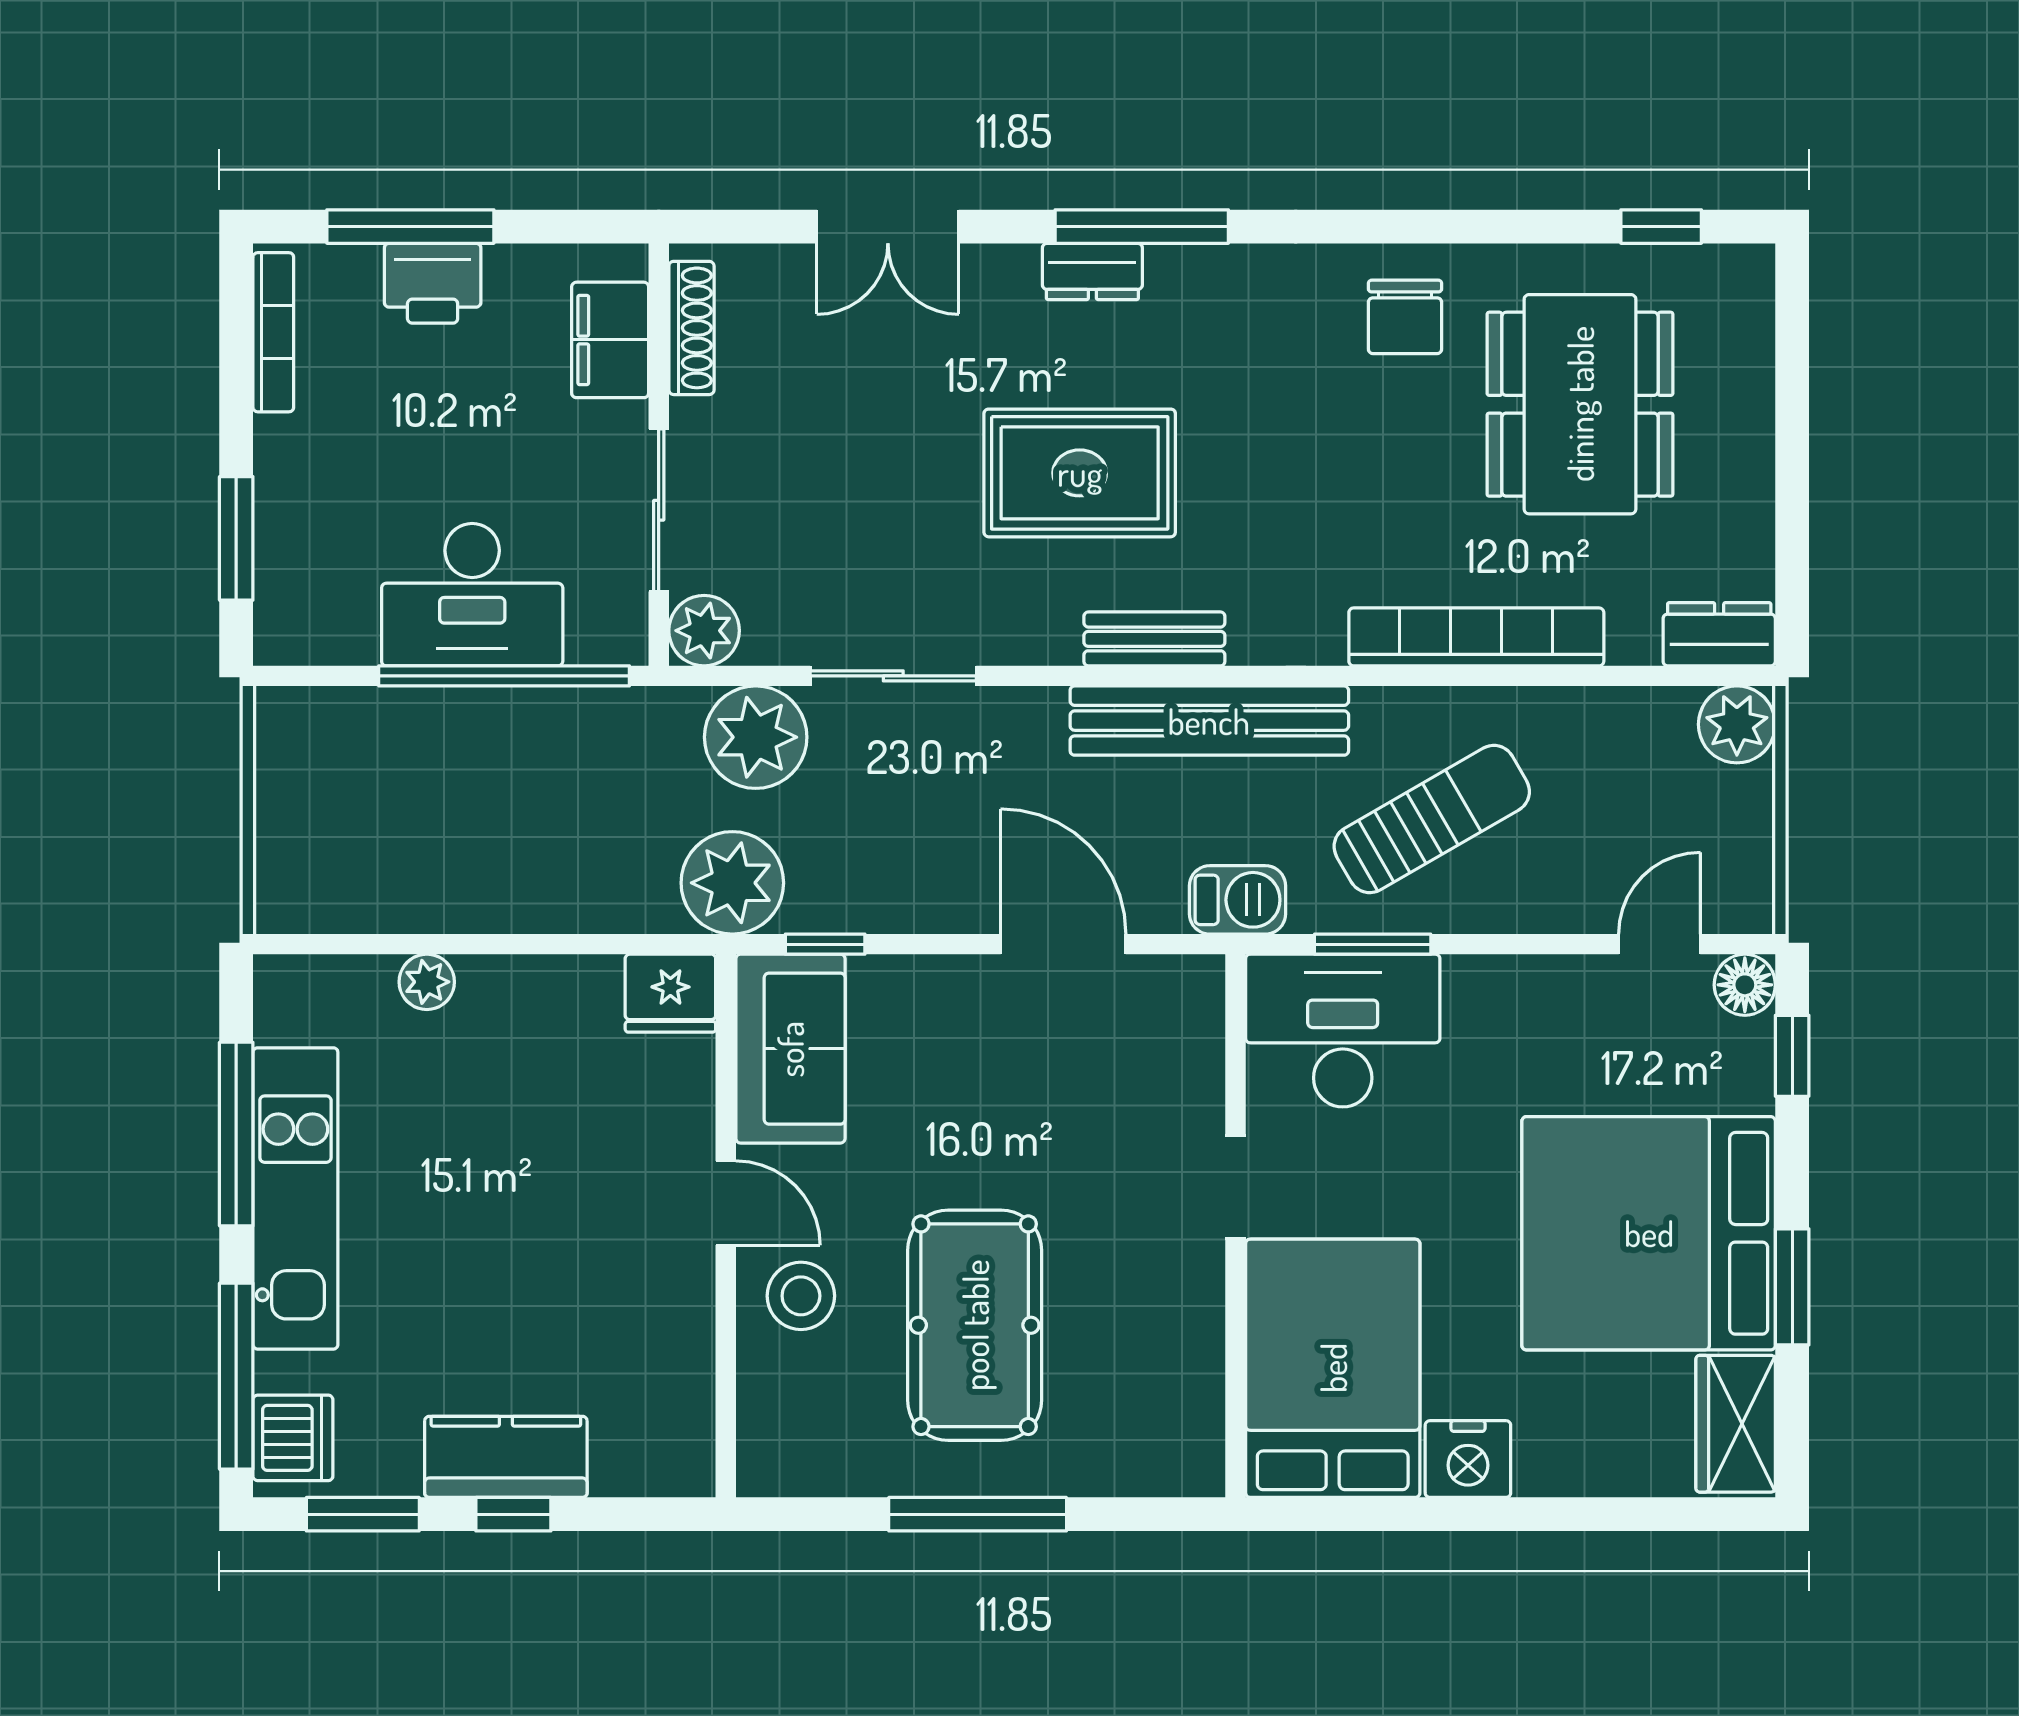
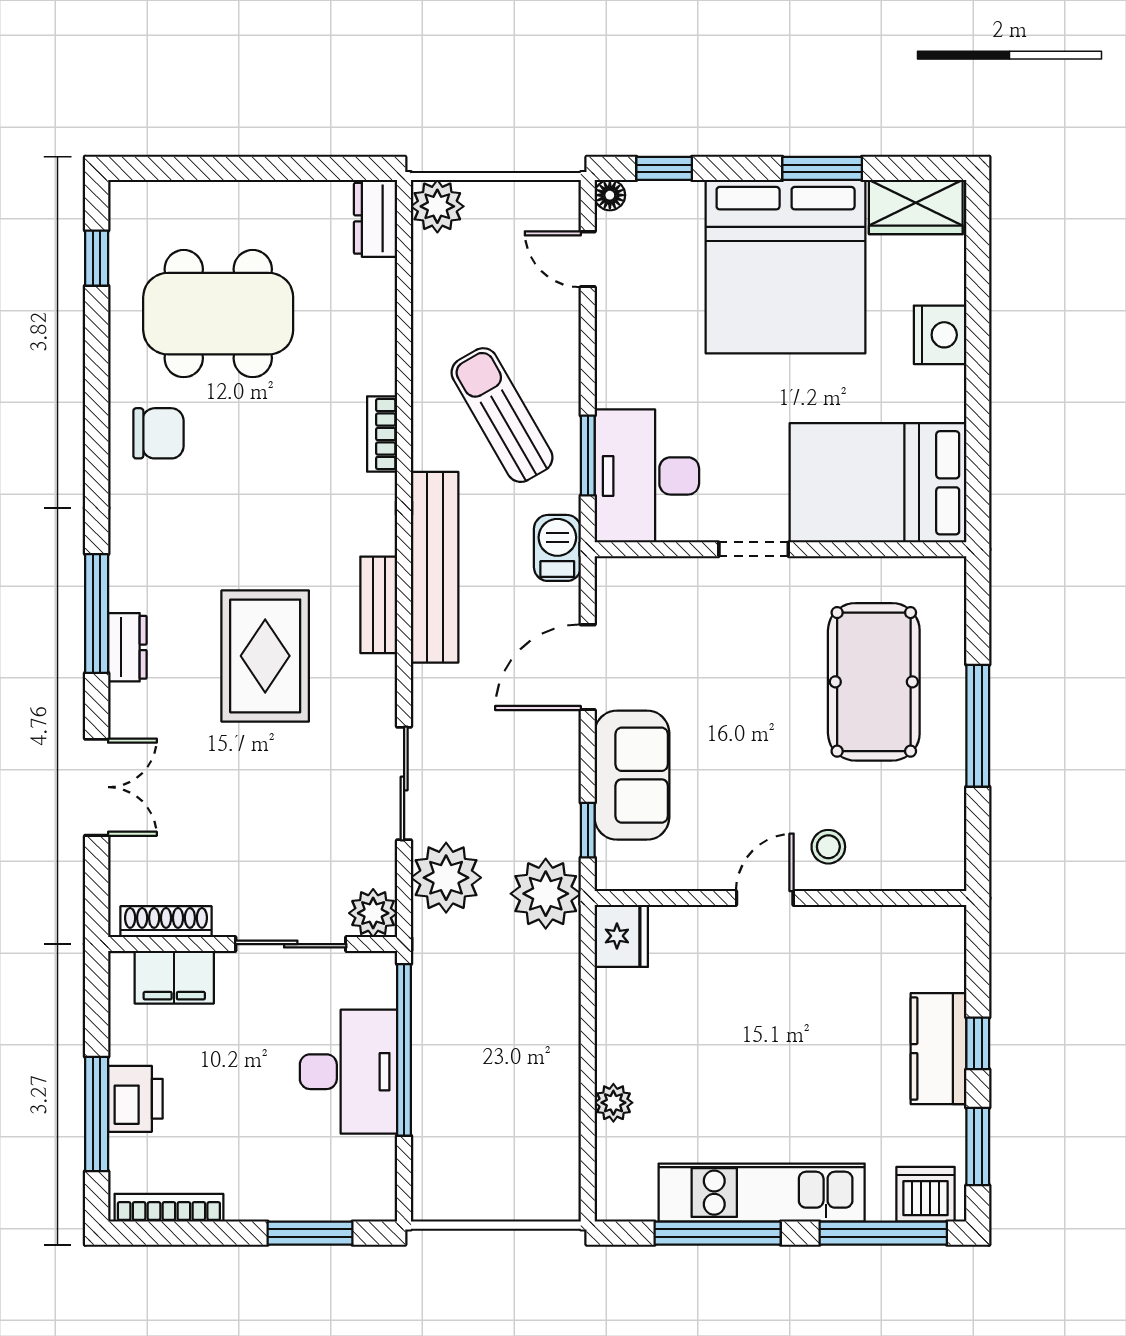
bookcase: (1476, 637) -> (382, 434), width x0.43, depth x0.76
floor lamp: (1745, 985) -> (610, 195), width x0.73, depth x0.73
sofa: (790, 1049) -> (632, 775), moved, turned 90
stool: (801, 1296) -> (828, 847), width x0.73, depth x0.73
pool table: (975, 1325) -> (874, 682), moved, turned 90
nightstand: (1468, 1459) -> (940, 335), moved

